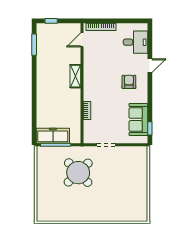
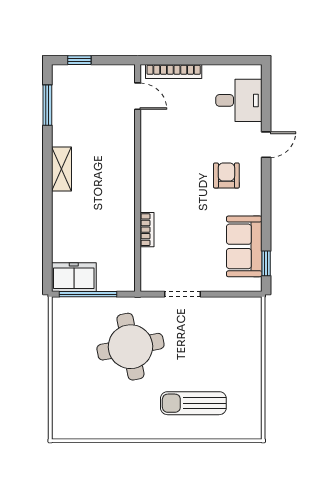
door: (82, 40) -> (138, 96), swing flipped
shelving: (75, 76) -> (61, 169), moved
freezer: (53, 136) -> (74, 277), width x0.71
round table: (78, 173) -> (130, 347), turned 33
sun lounger: (111, 203) -> (193, 403), added

